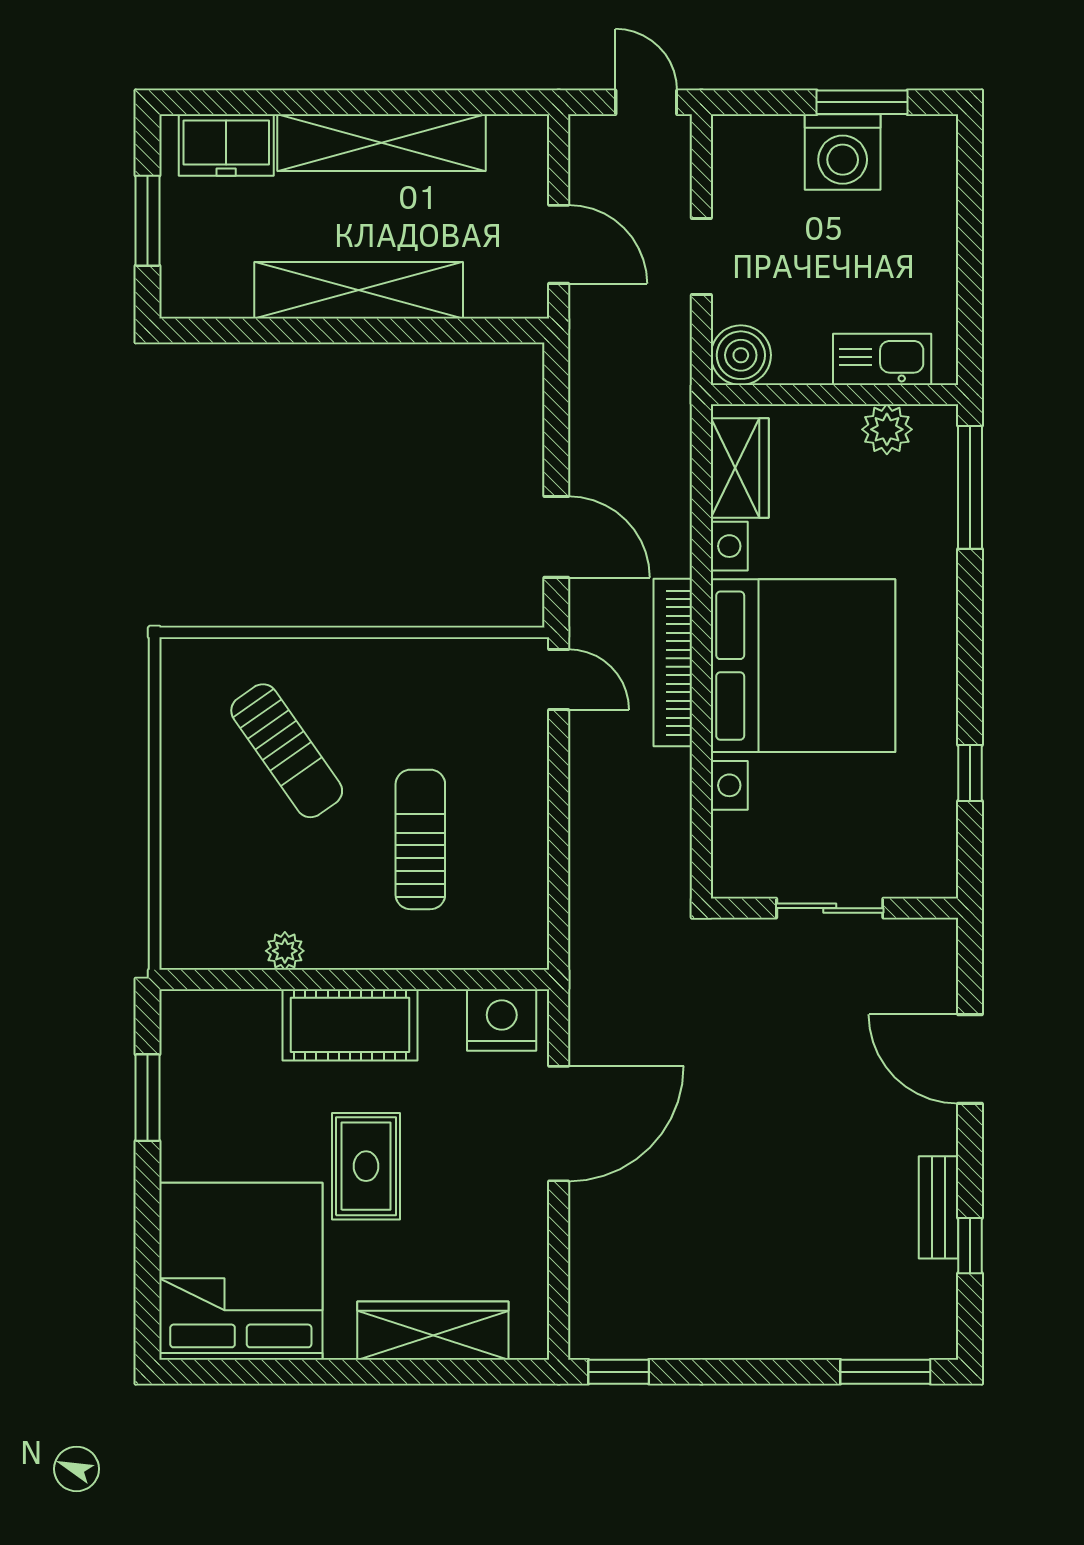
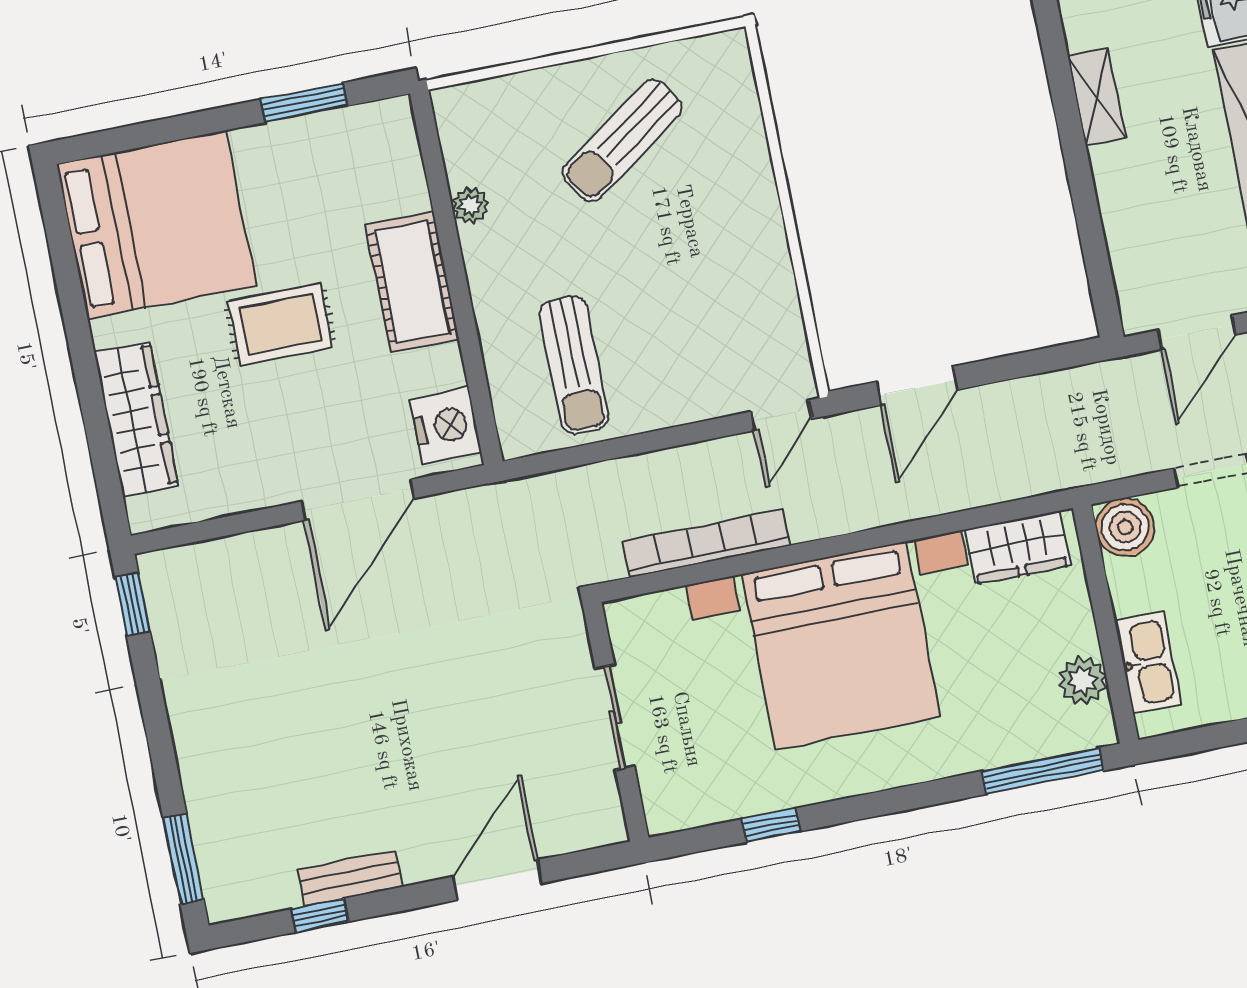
shelving: (359, 290) -> (1097, 97), width x0.45, depth x0.75
bookcase: (673, 663) -> (706, 543), moved
sun lounger: (287, 751) -> (622, 140), moved
sun lounger: (420, 839) -> (574, 365), moved, turned 90
door: (559, 1124) -> (358, 500), hinge flipped

